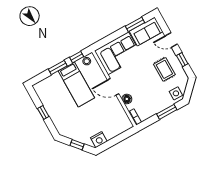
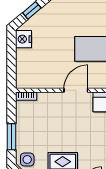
floor lamp: (127, 99) -> (53, 98), removed

